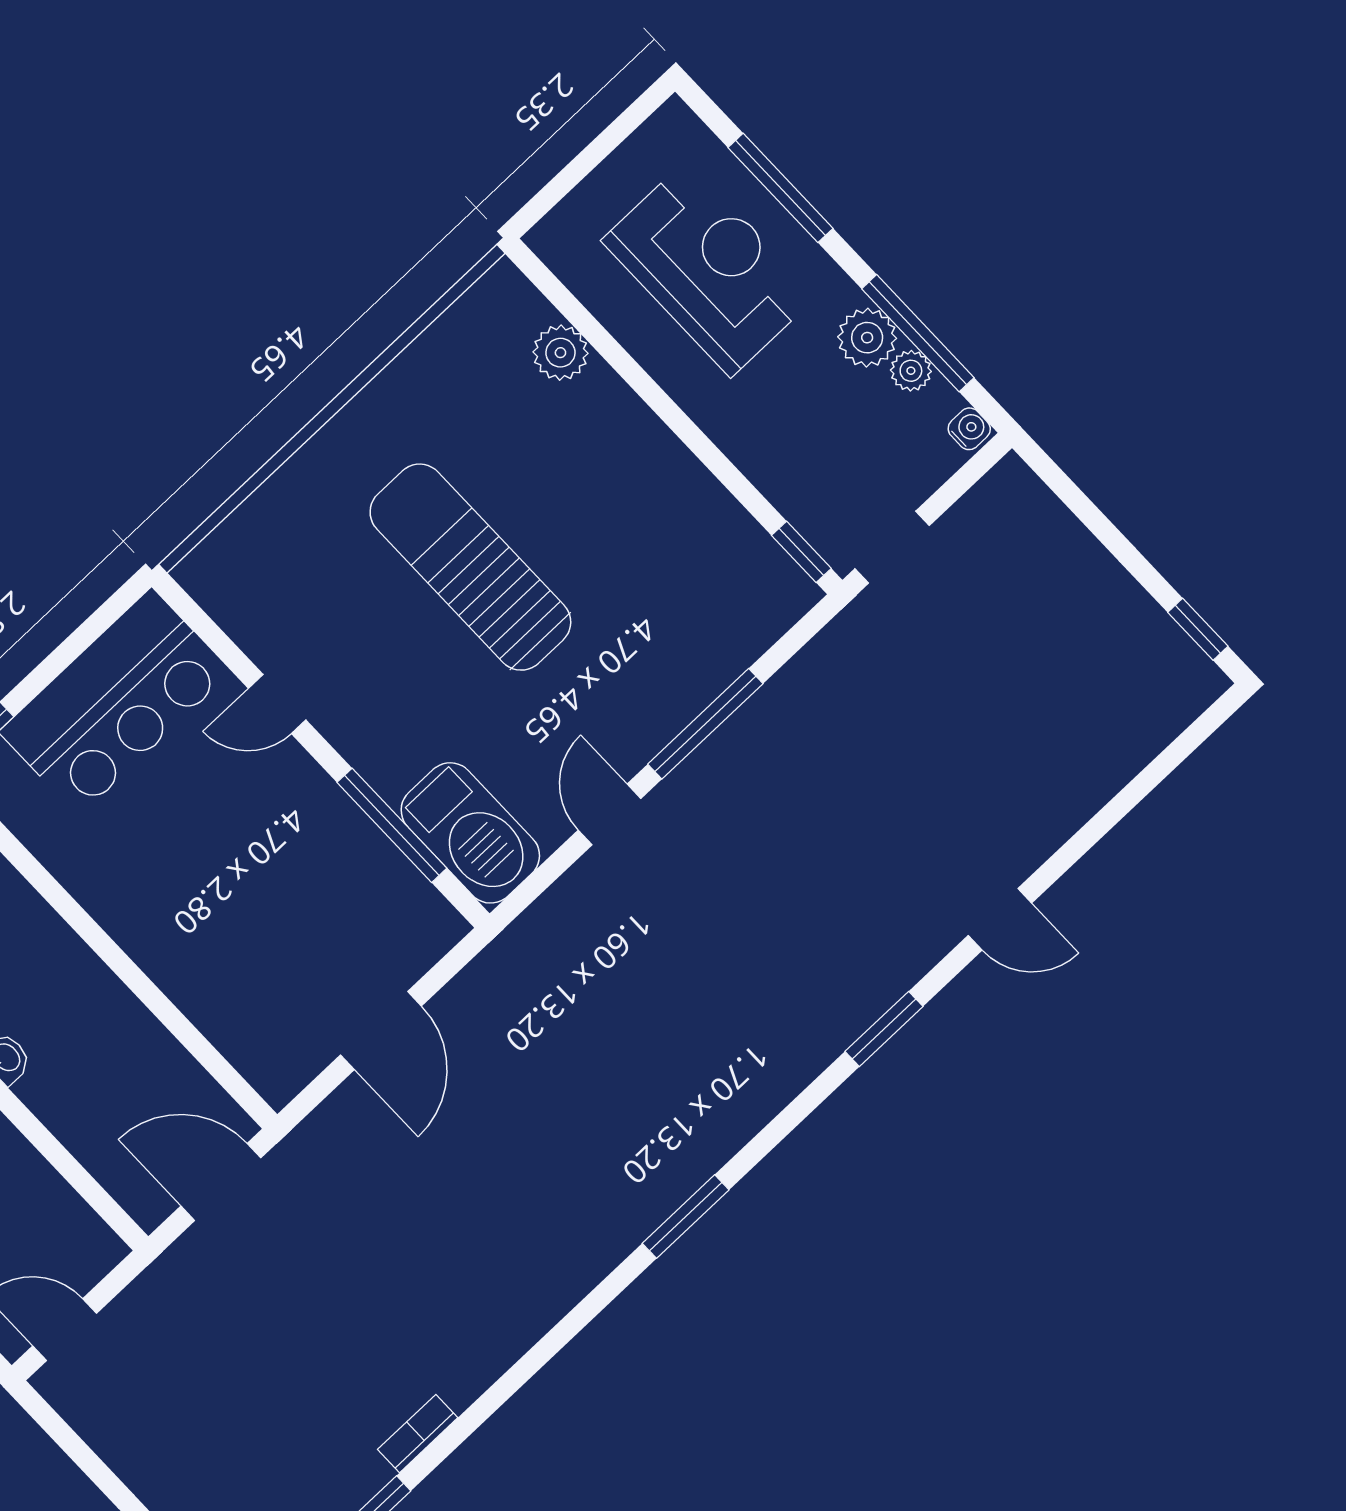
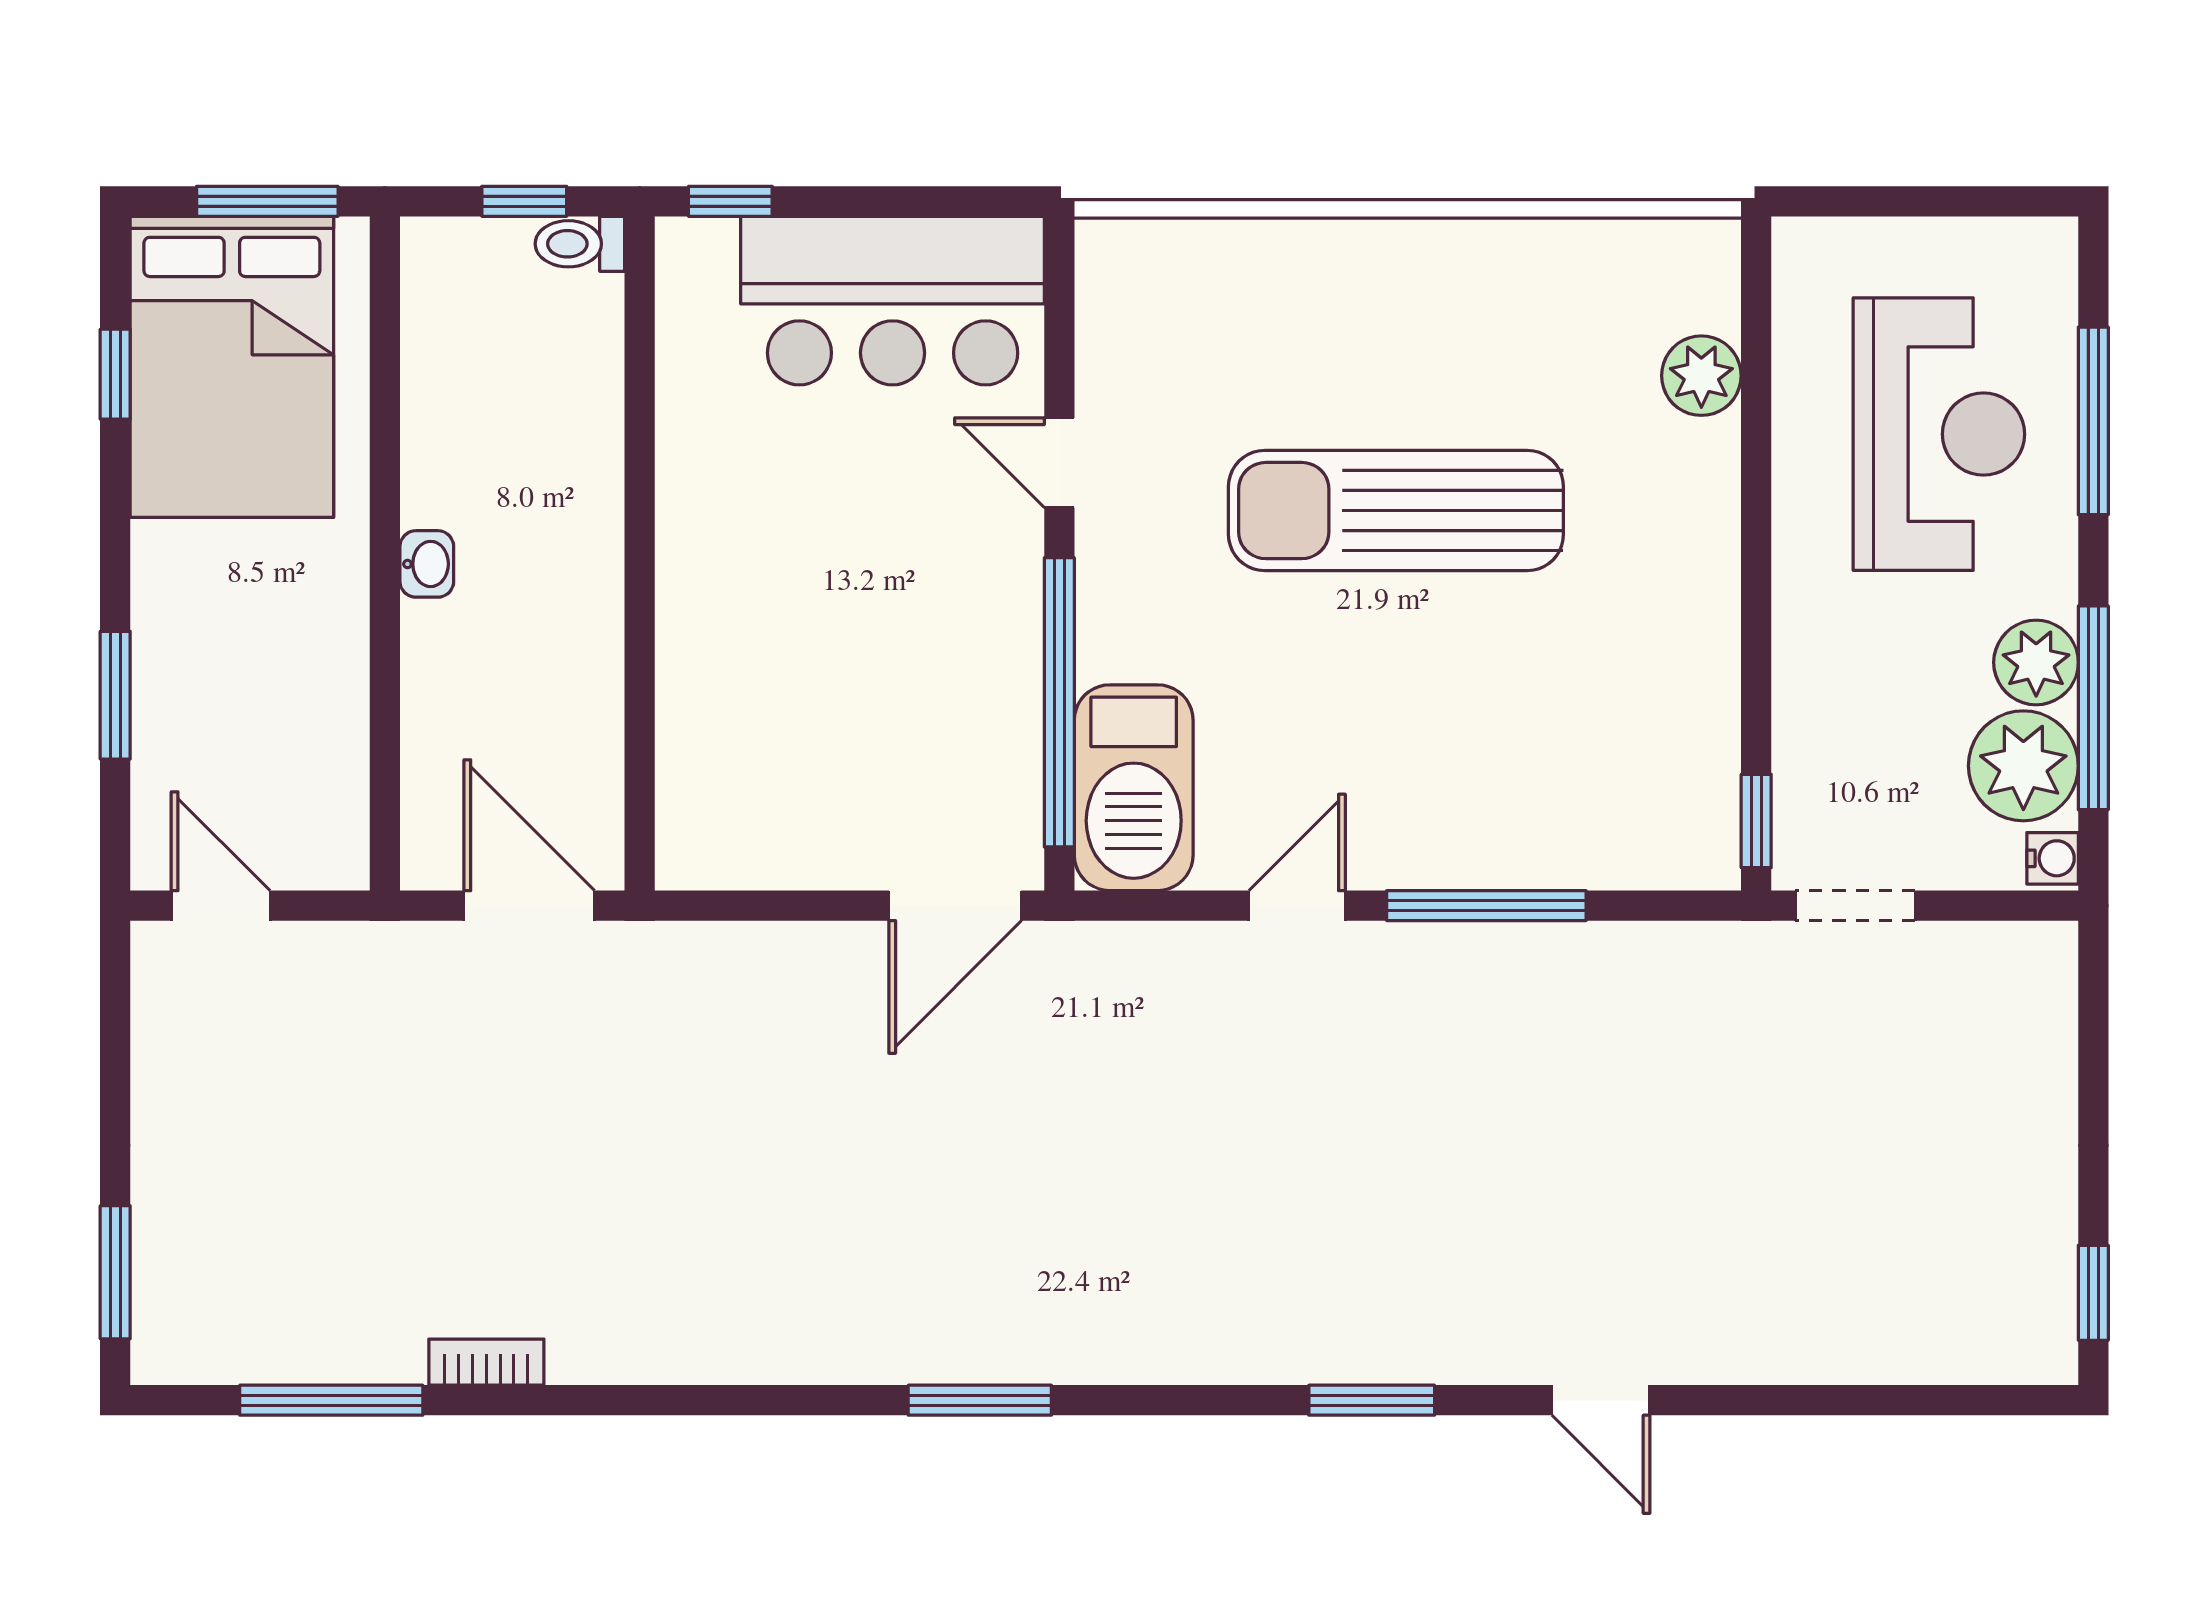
plant: (911, 371) -> (2023, 766), width x1.88, depth x1.88
sun lounger: (470, 567) -> (1396, 511), turned -90
window: (392, 825) -> (1059, 702), width x1.46
door: (381, 1030) -> (955, 906), moved

